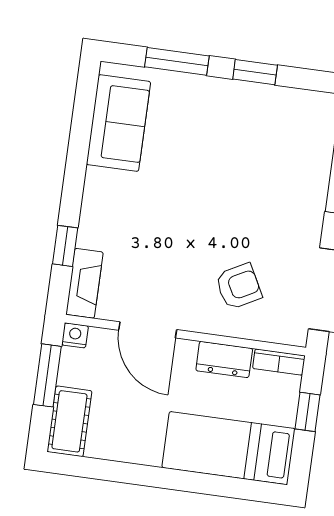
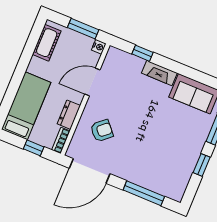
fireplace: (84, 283) -> (159, 73), moved
armchair: (239, 286) -> (102, 131), turned -103
cot: (69, 421) -> (47, 43), moved, turned 90

